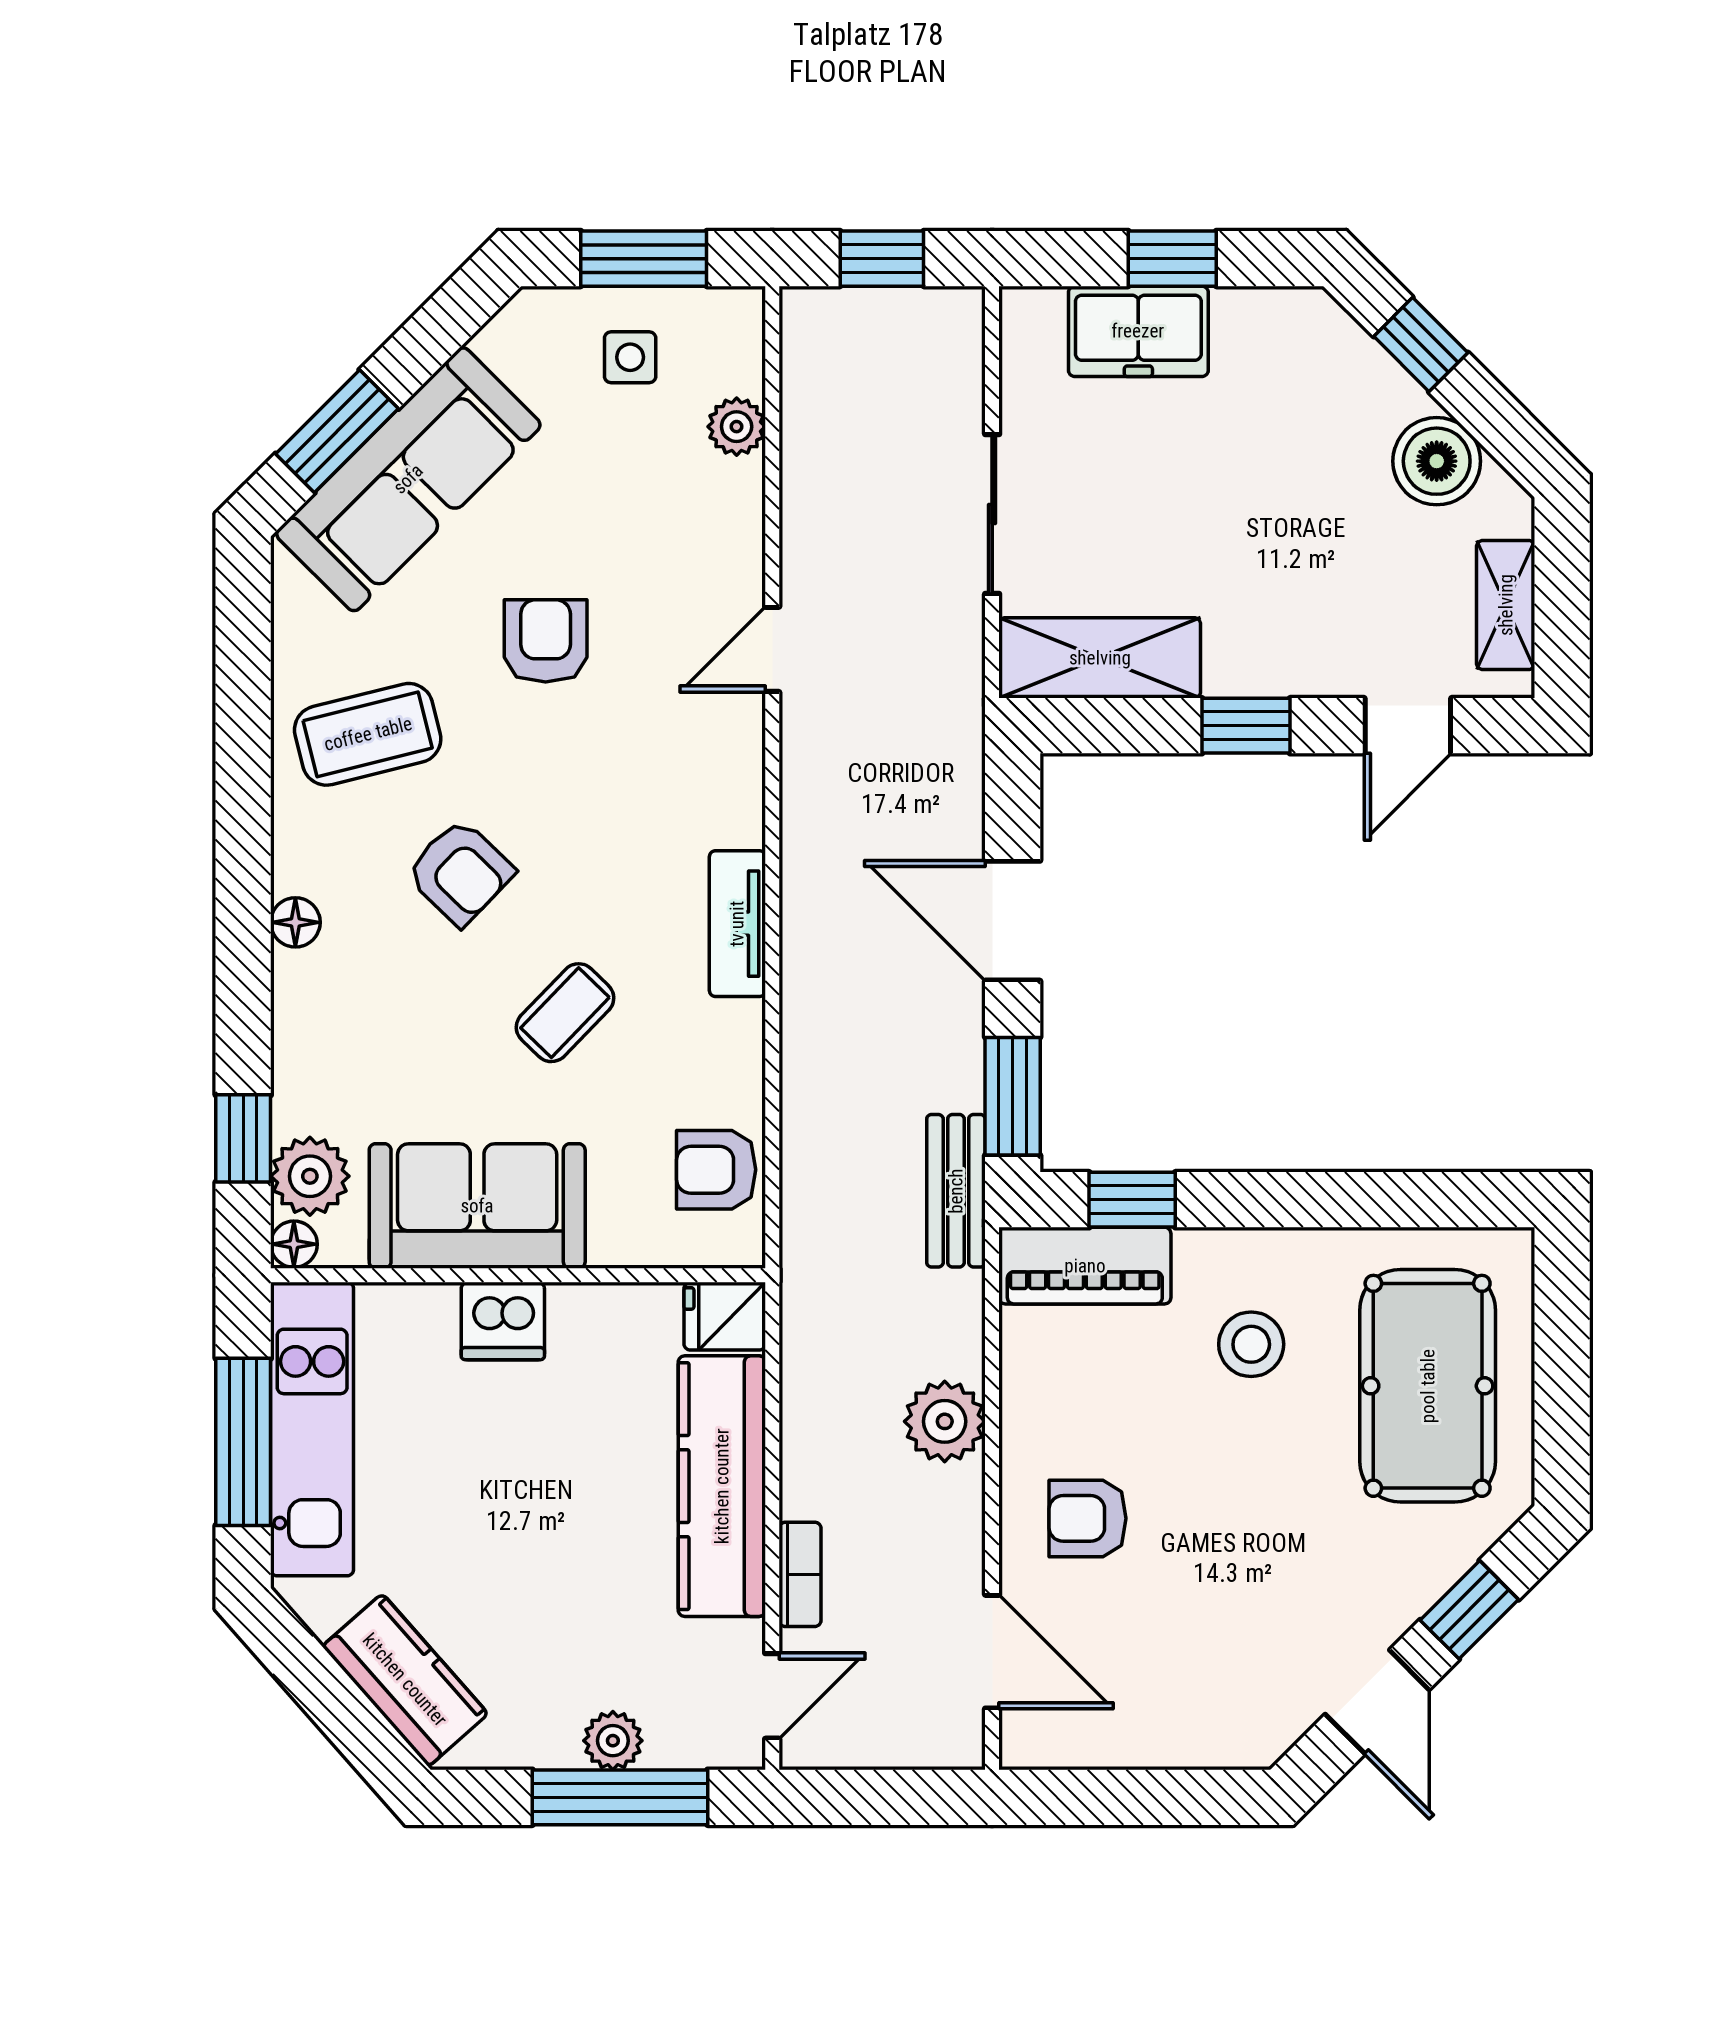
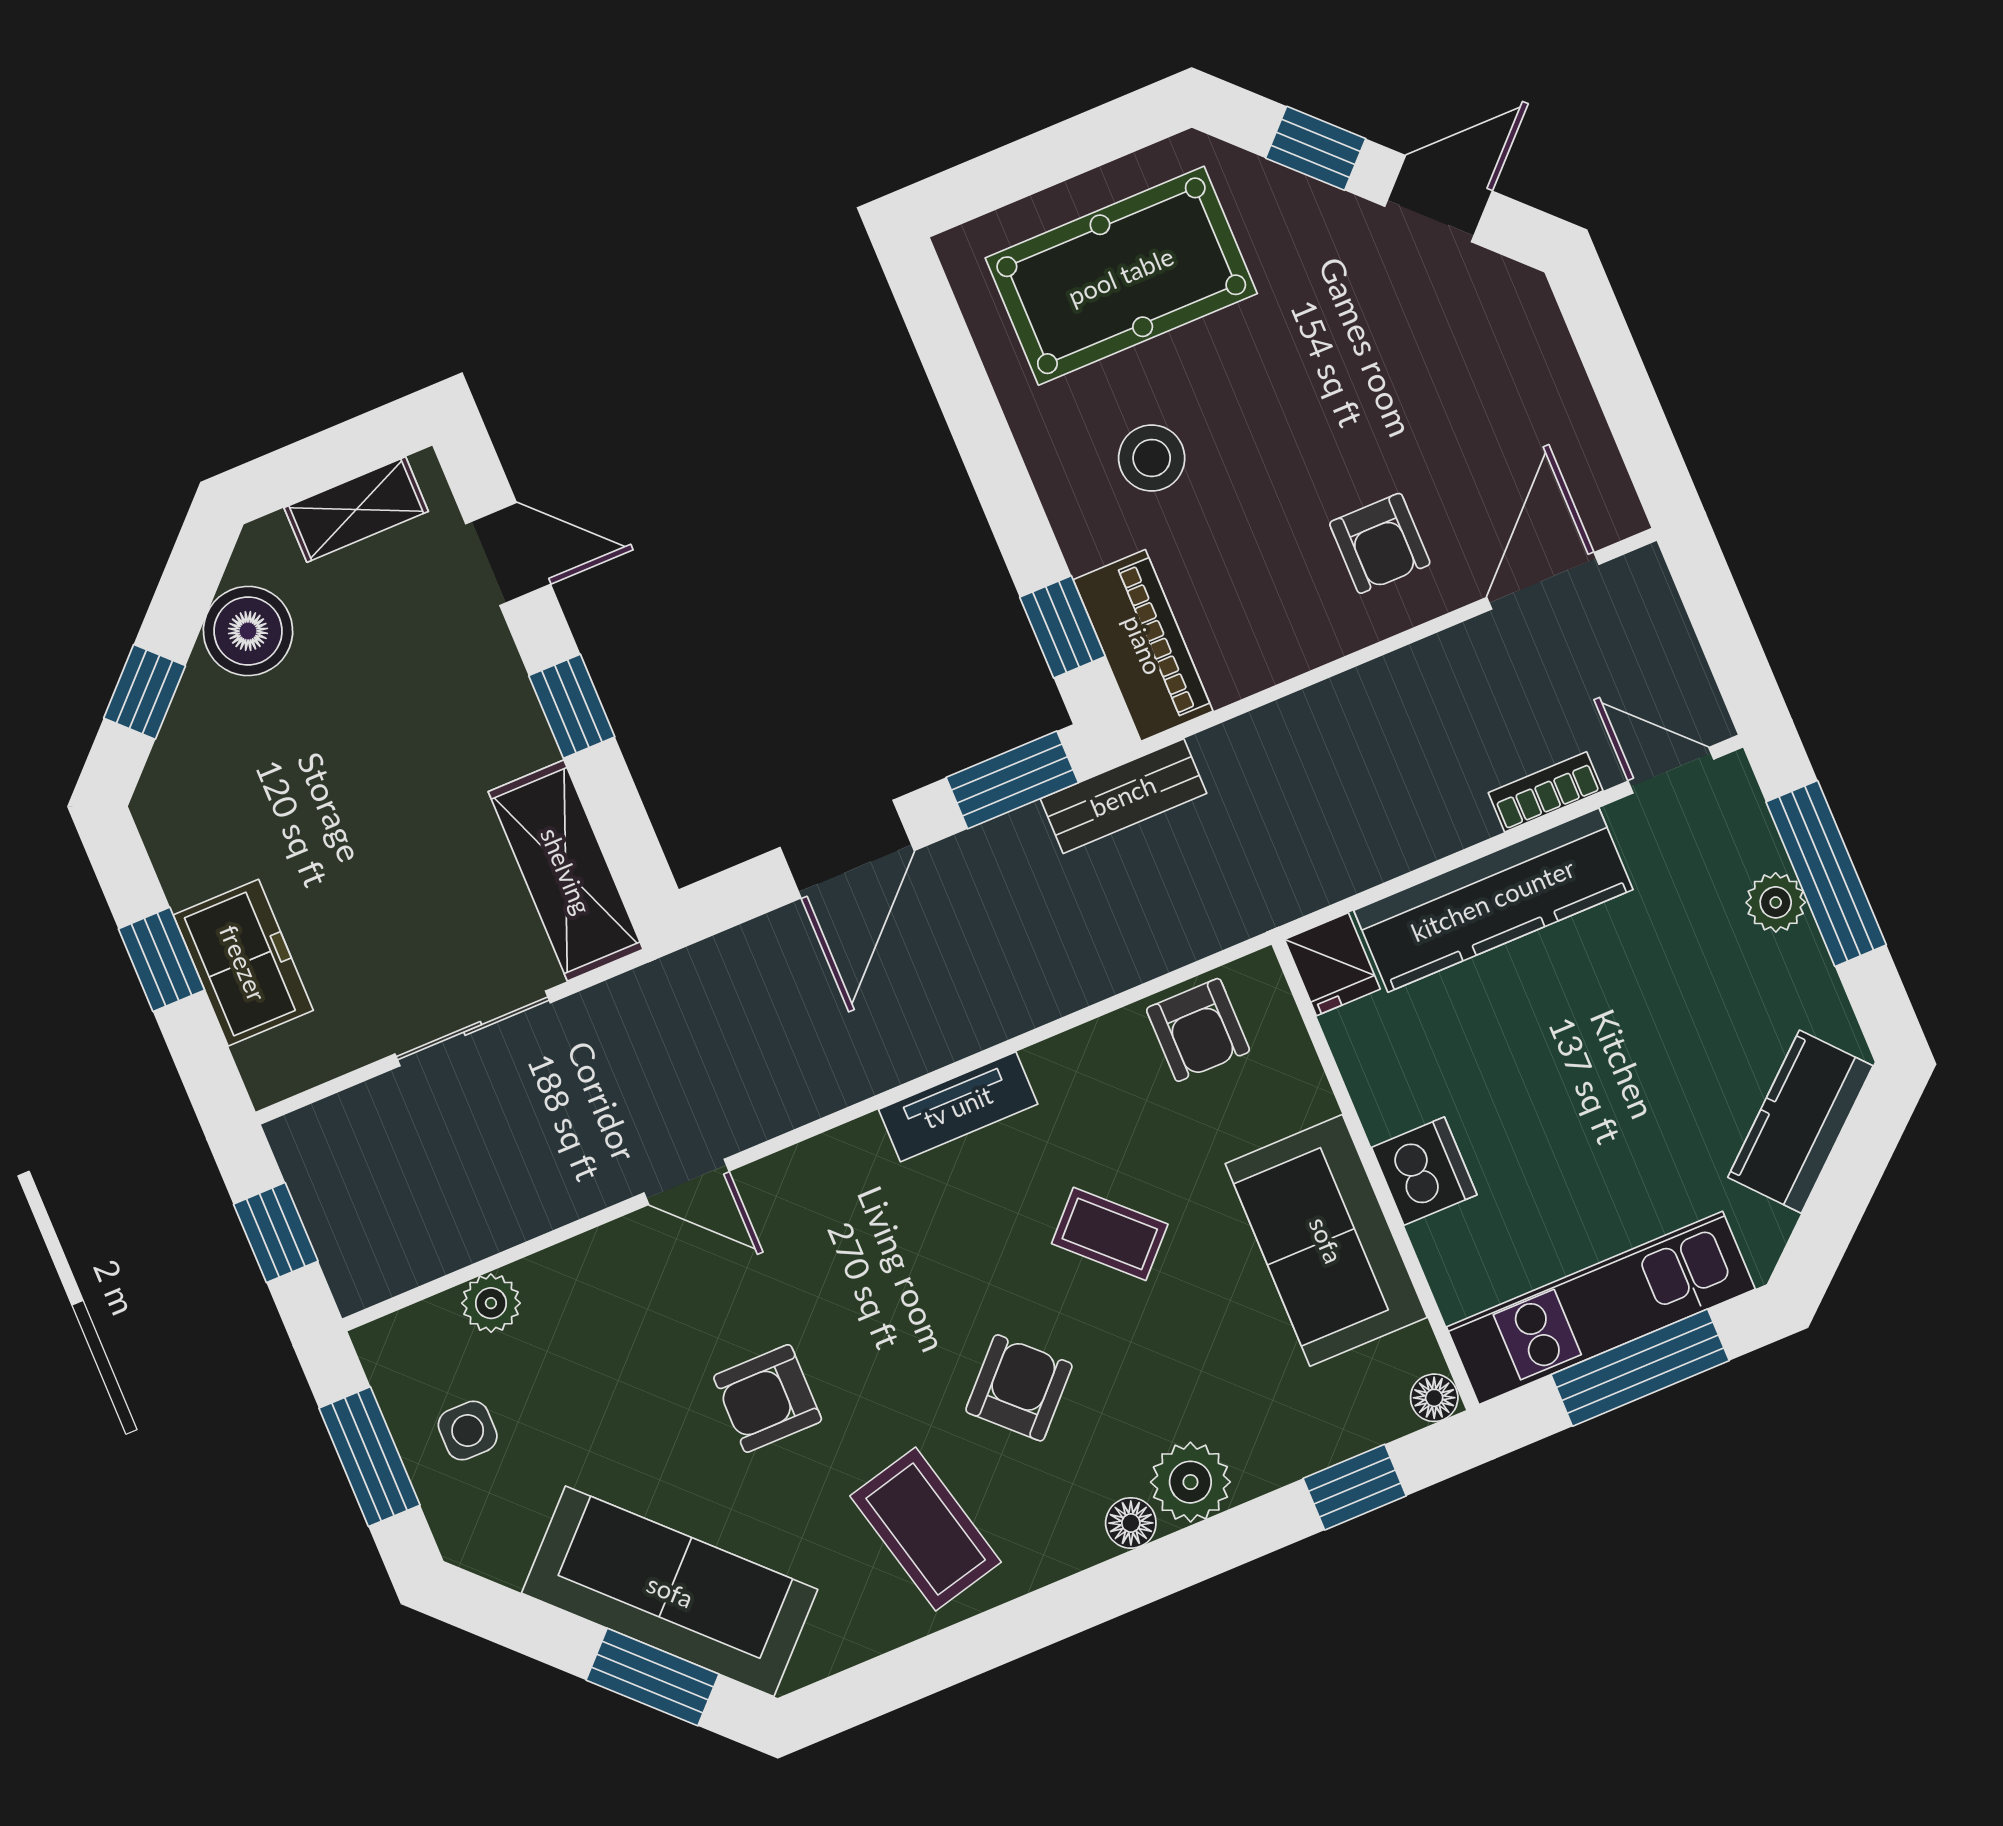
plant: (310, 1176) -> (1190, 1482), moved
plant: (945, 1421) -> (1345, 716), removed

